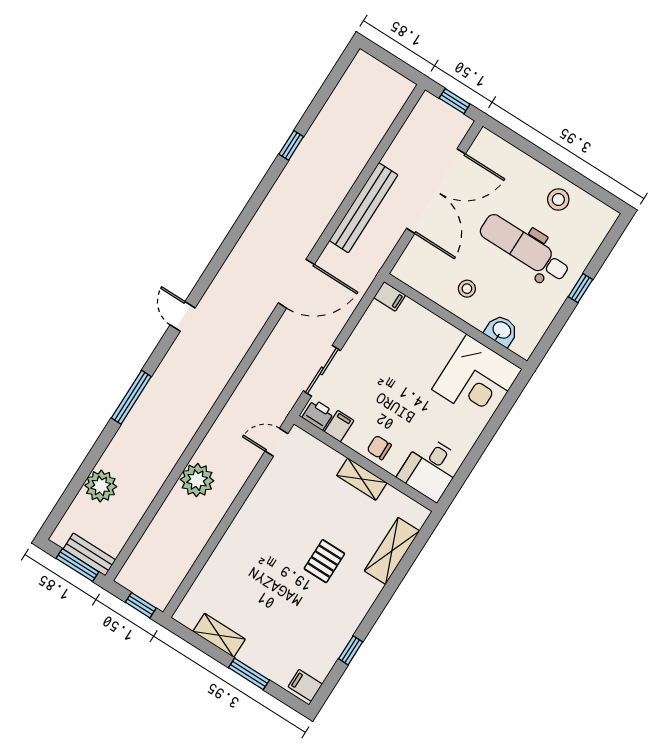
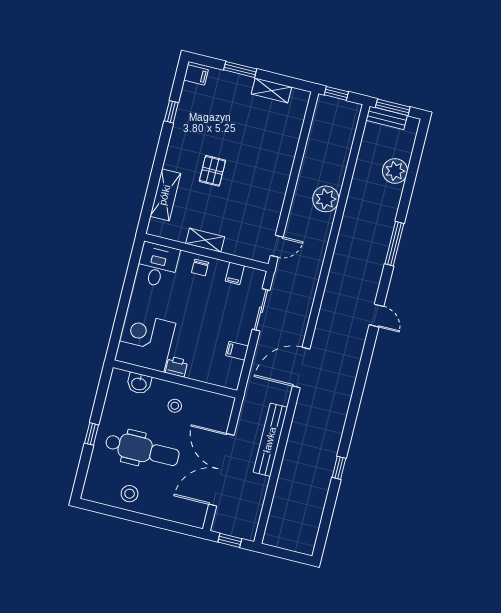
filing cabinet: (390, 296) -> (237, 351), moved
printer: (318, 415) -> (177, 367), moved, turned 180
chair: (379, 448) -> (200, 268), turned 90

